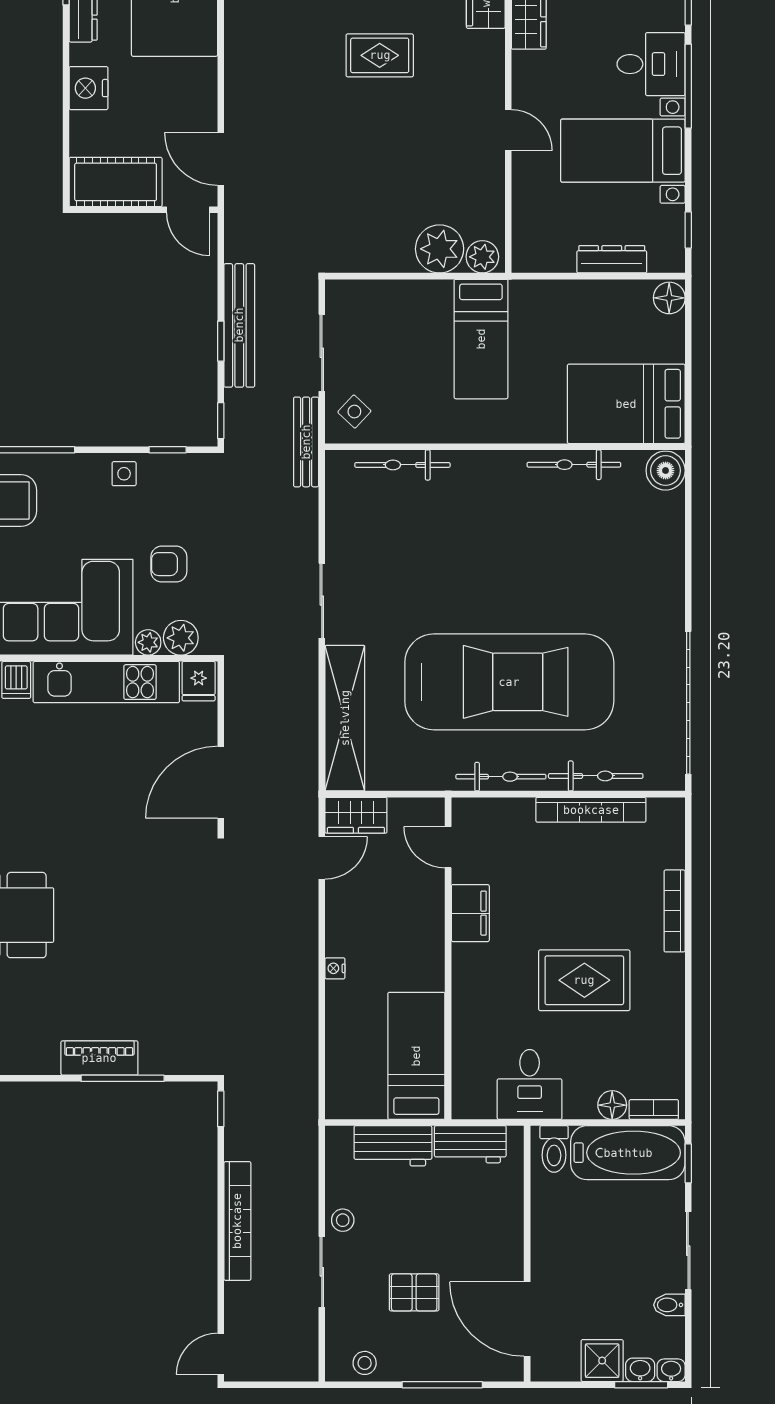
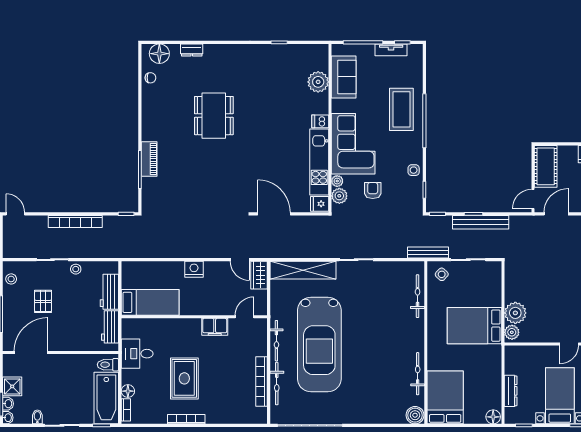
bed: (481, 339) -> (475, 326), width x1.50
bookcase: (675, 911) -> (186, 419), moved
nightstand: (335, 968) -> (194, 269), width x1.89, depth x1.79

